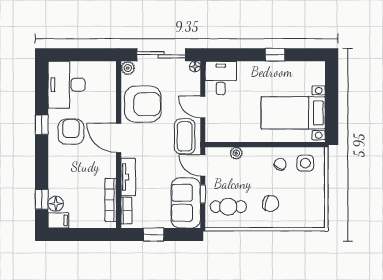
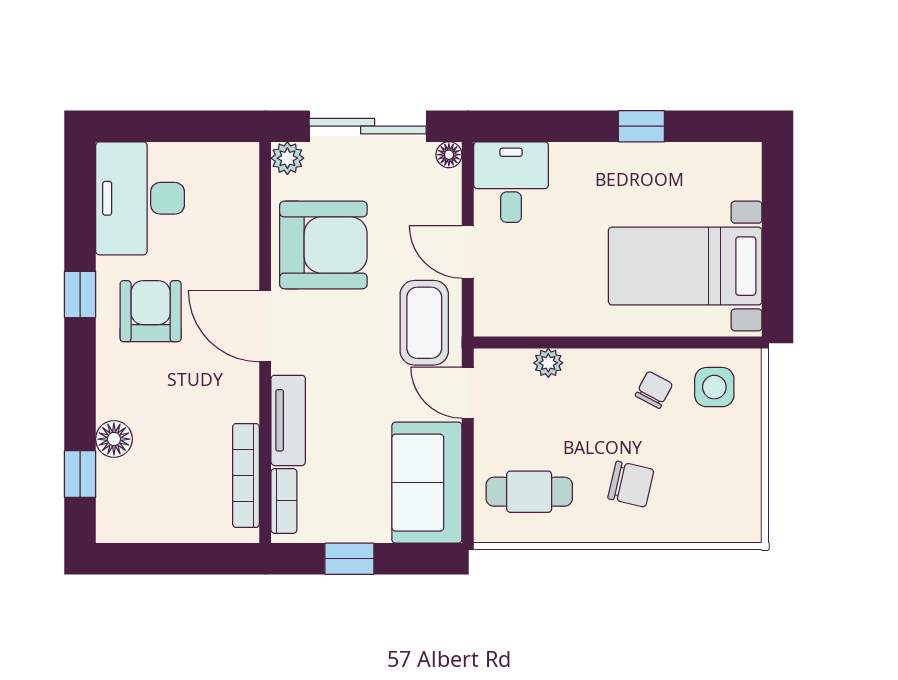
window: (203, 194) -> (468, 461), removed
floor lamp: (56, 204) -> (114, 439), moved
filing cabinet: (58, 220) -> (120, 525), removed

